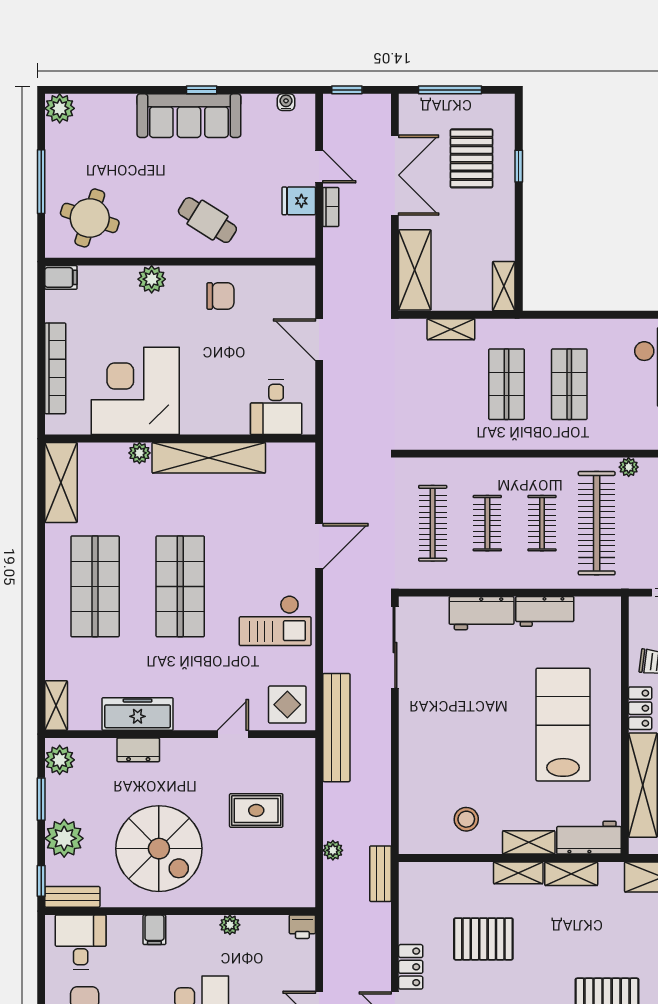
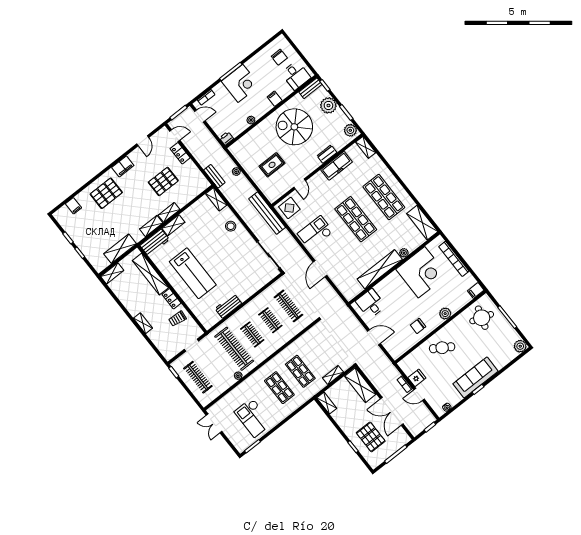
workbench: (482, 613) -> (249, 289), removed
stool: (466, 819) -> (231, 226), moved
shelving: (411, 828) -> (216, 199), added

